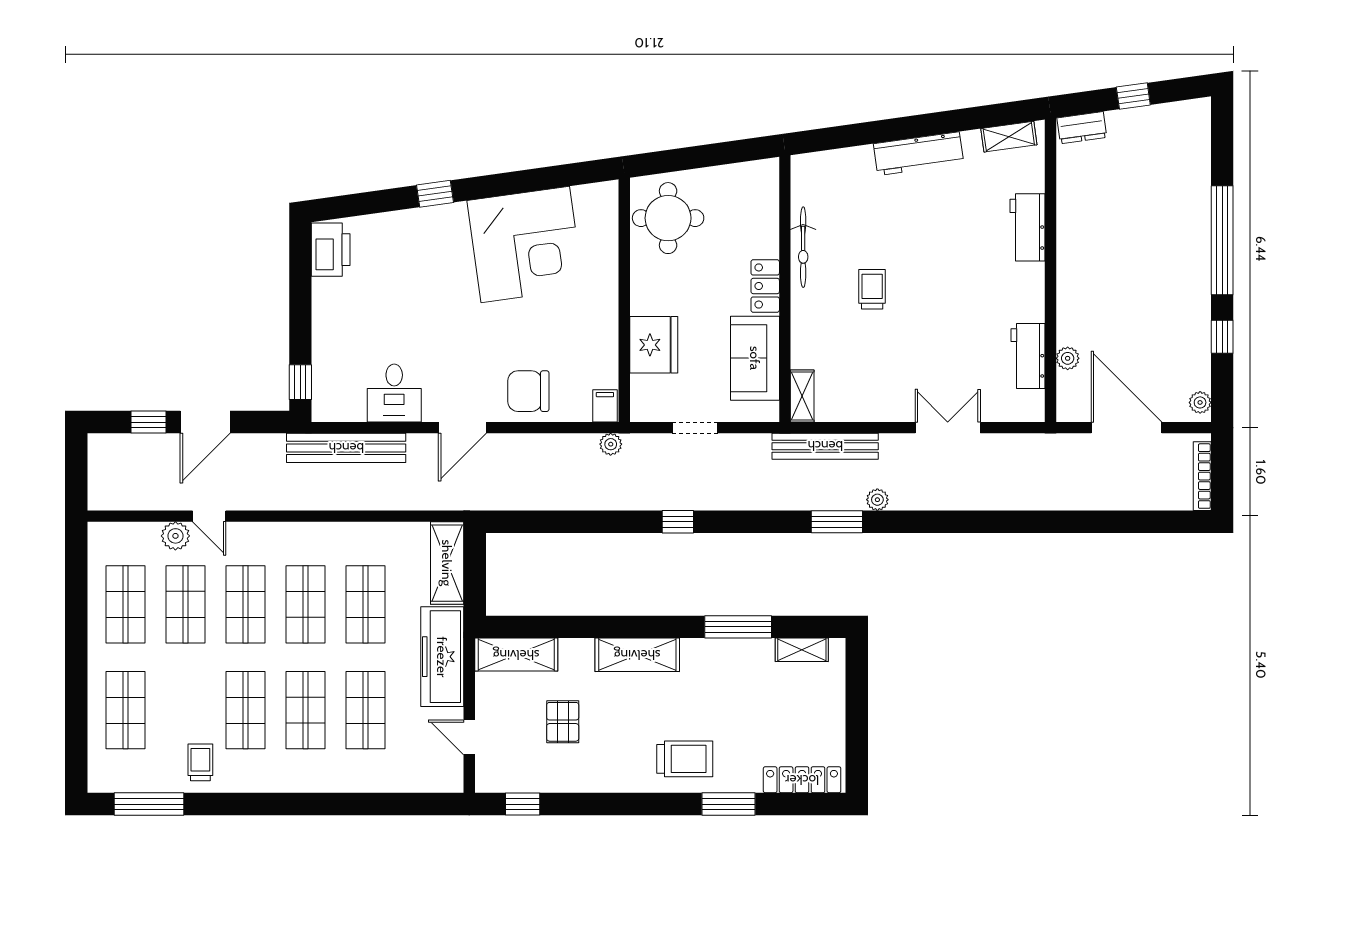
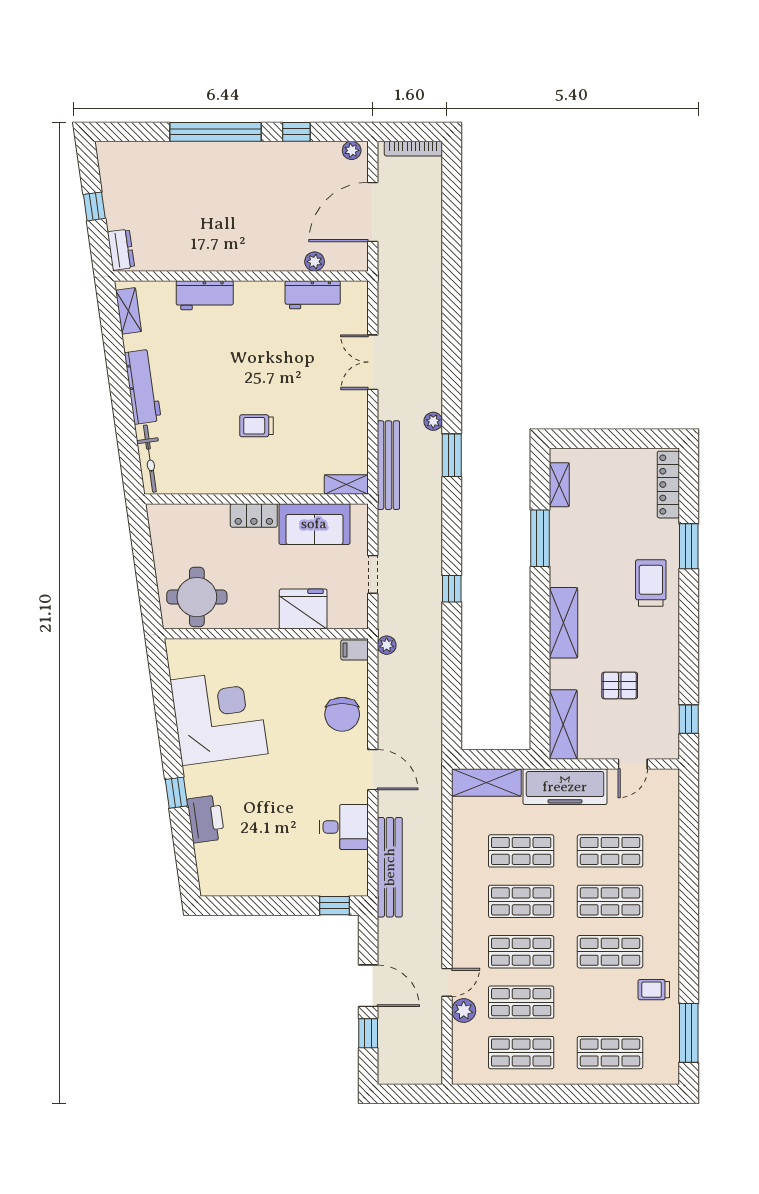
bicycle: (803, 247) -> (150, 459), moved, turned 82
printer: (331, 250) -> (206, 819), moved, turned 82

